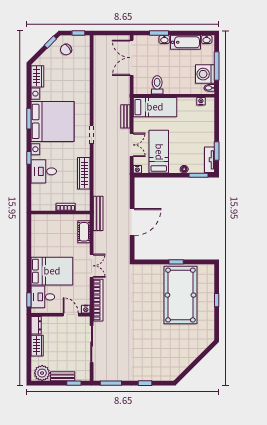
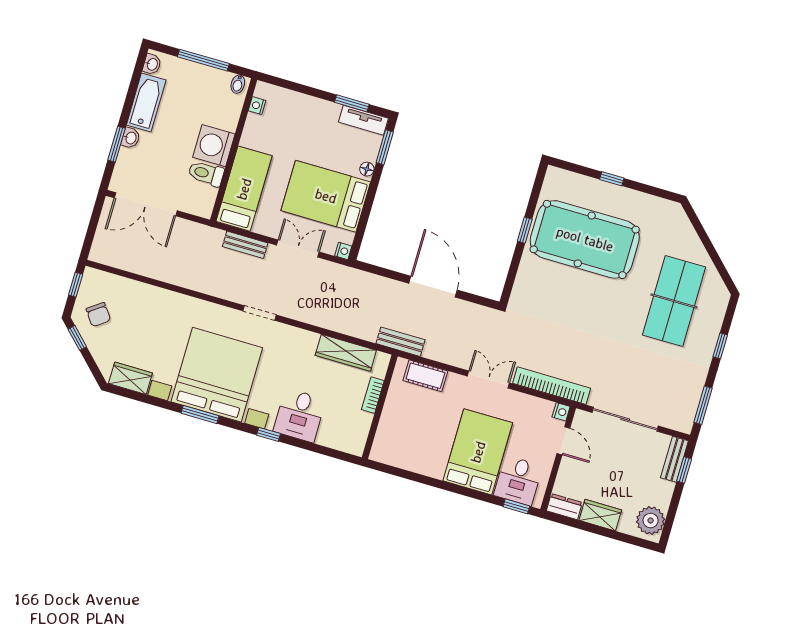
washing machine: (205, 74) -> (214, 146), moved, turned 90
bed: (159, 152) -> (326, 196), width x1.50
wardrobe: (84, 173) -> (346, 353), moved
bench: (98, 213) -> (401, 342), width x0.73
door: (71, 315) -> (563, 441), swing flipped
table tennis table: (162, 352) -> (674, 301), added
bench: (63, 376) -> (674, 459), moved

